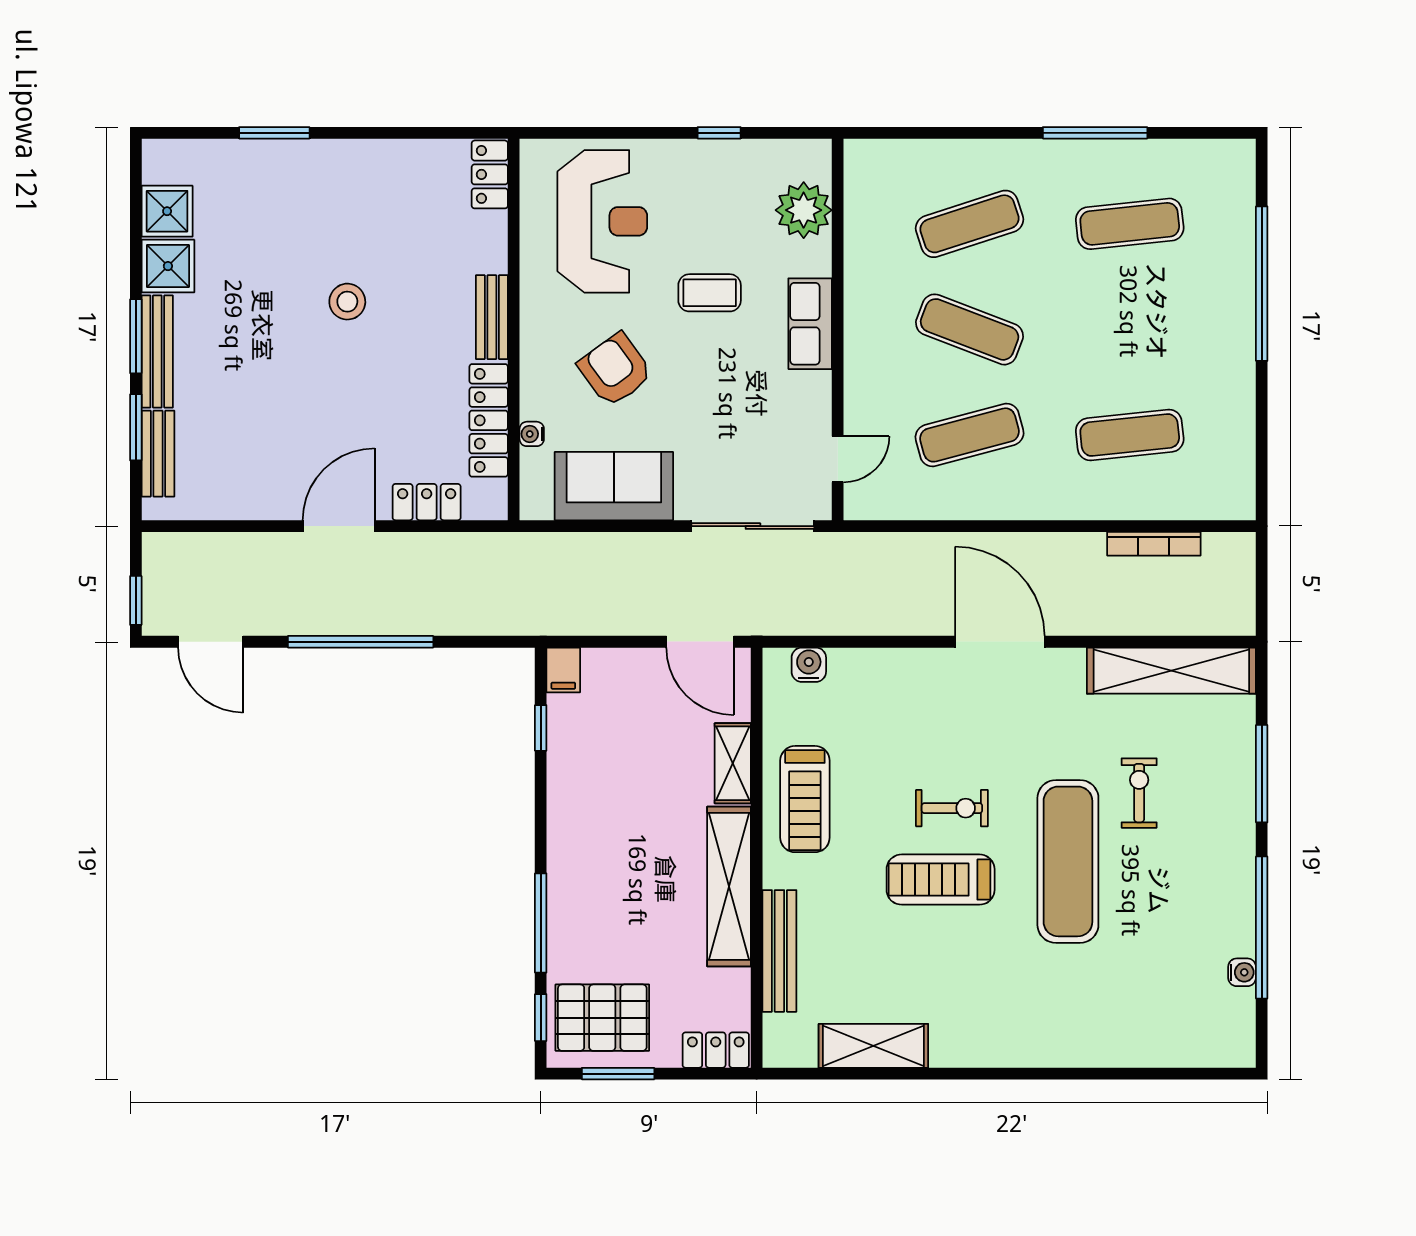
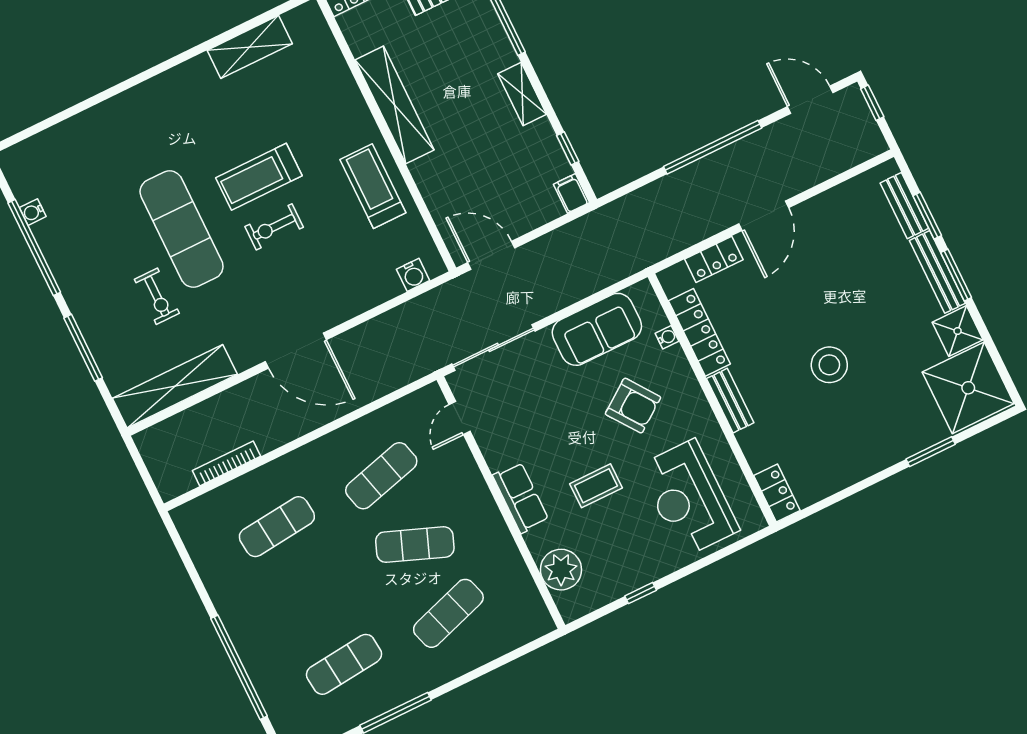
shower: (167, 211) -> (968, 388), width x1.86, depth x1.86
stool: (347, 302) -> (829, 365), width x1.38, depth x1.38
shelving: (733, 763) -> (522, 94), moved
treadmill: (941, 880) -> (259, 177), turned 180
bench: (779, 951) -> (341, 79), removed

